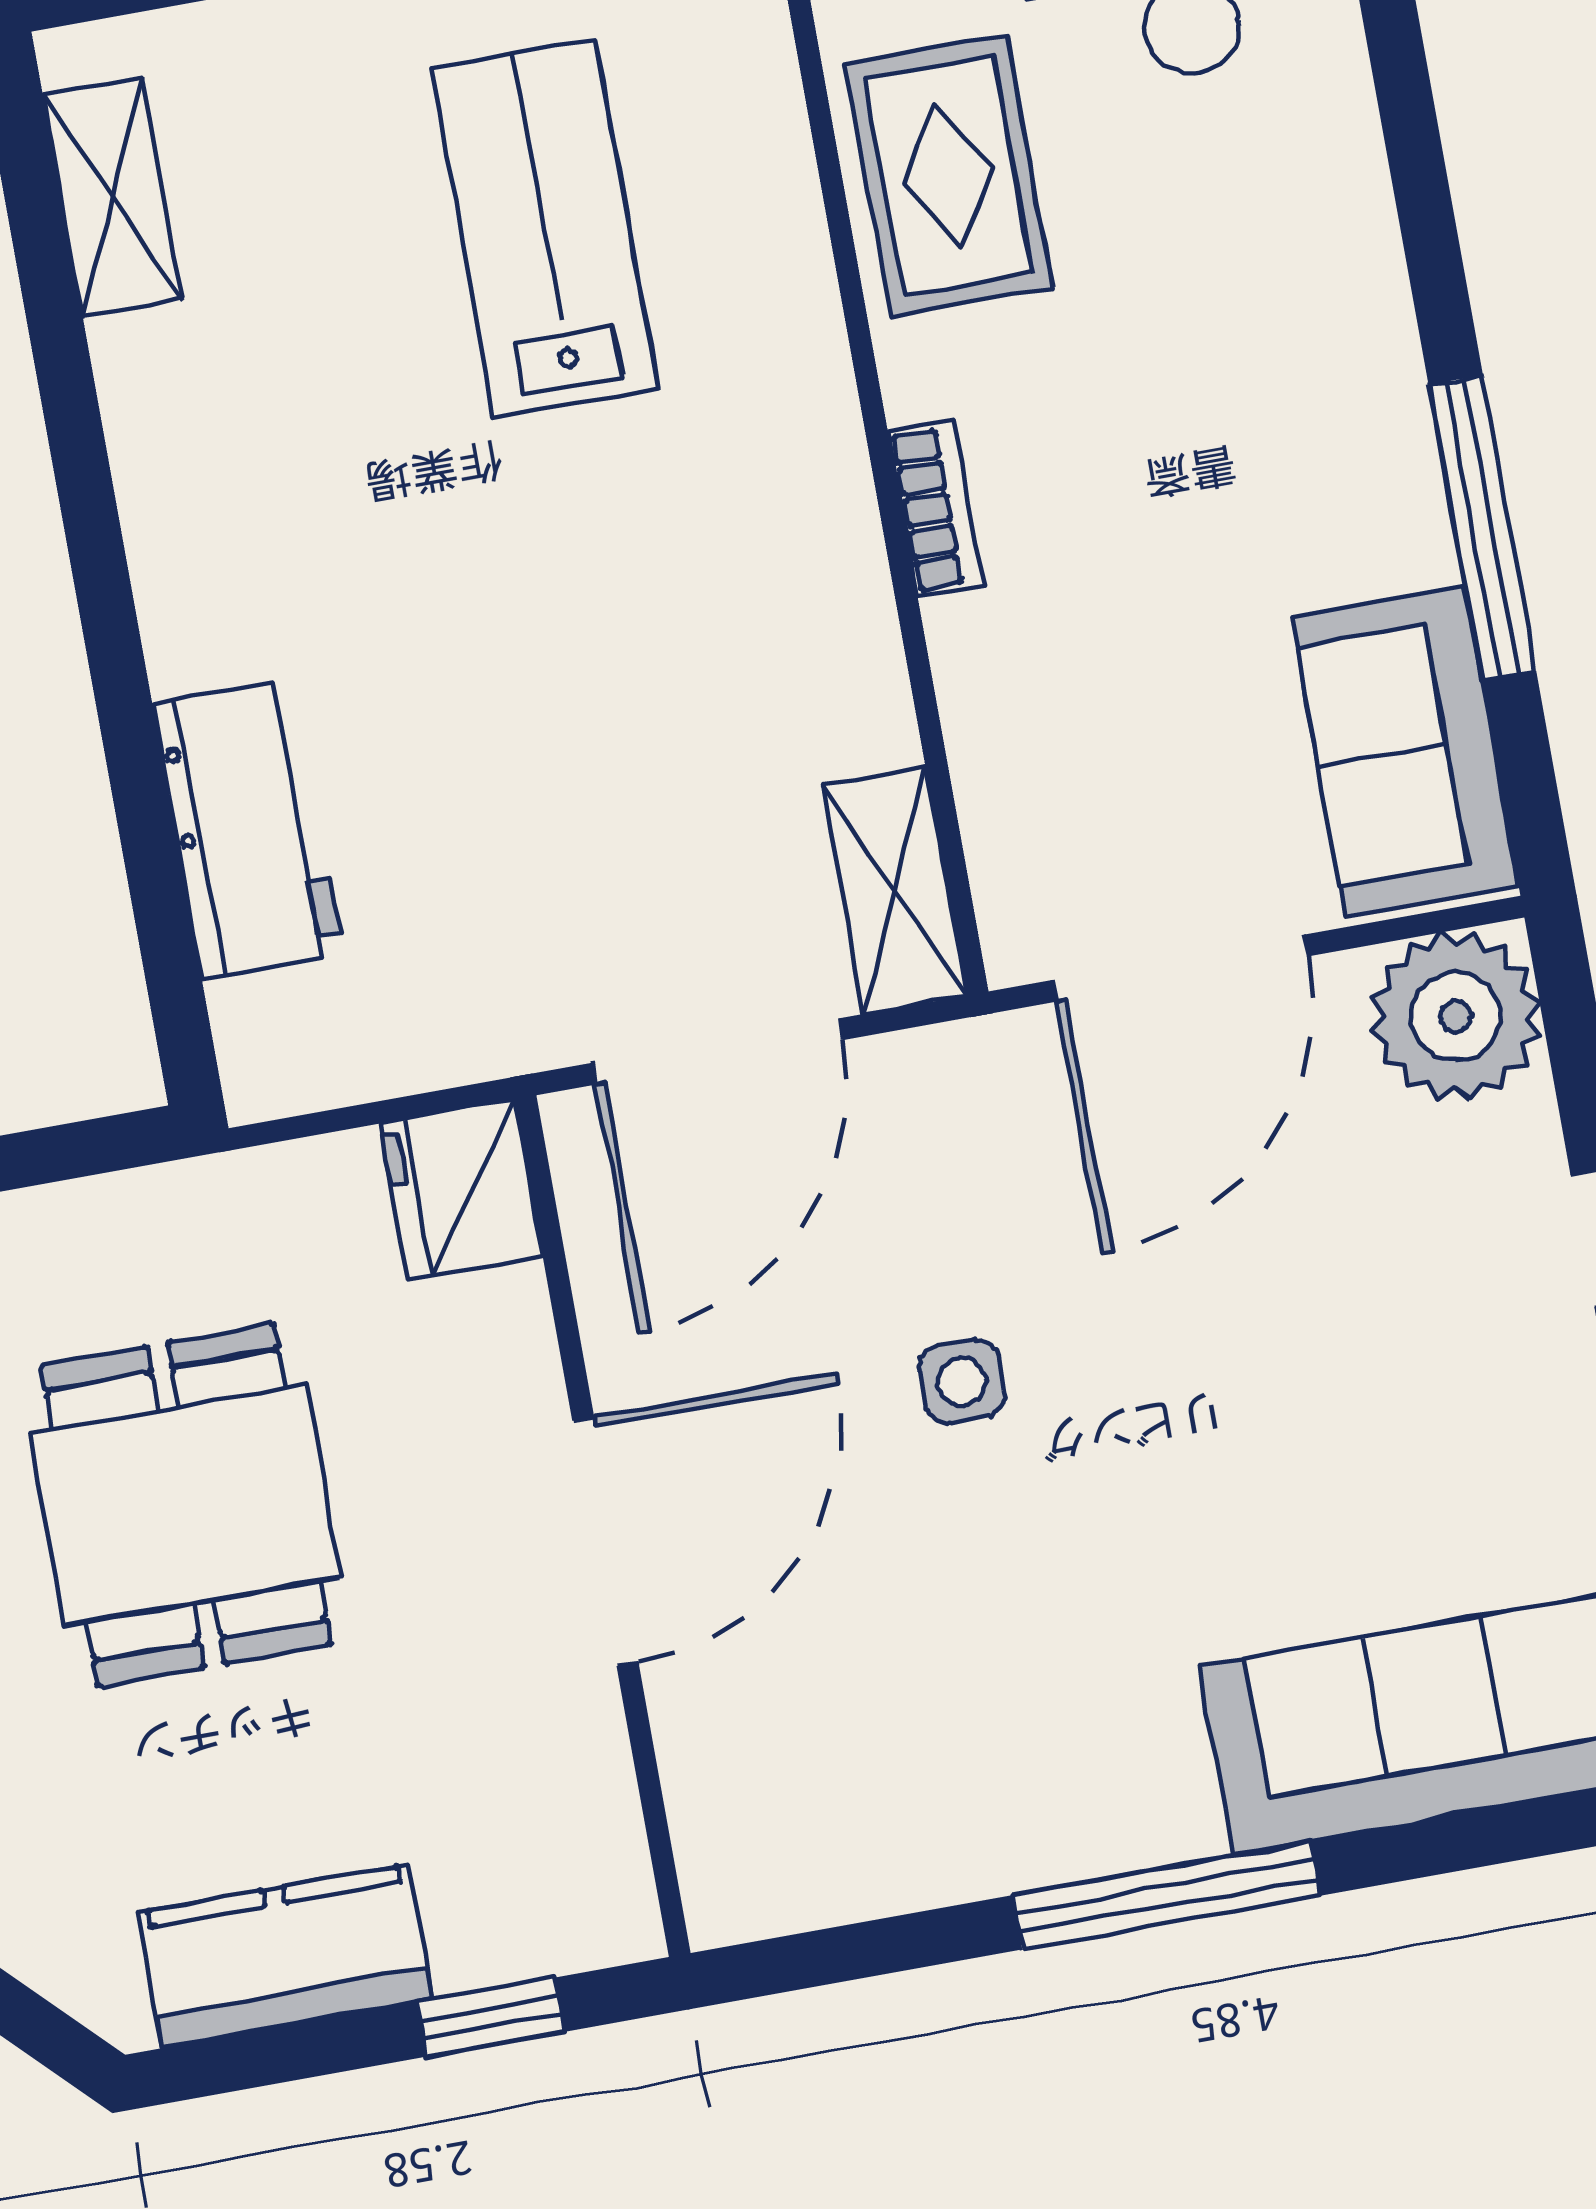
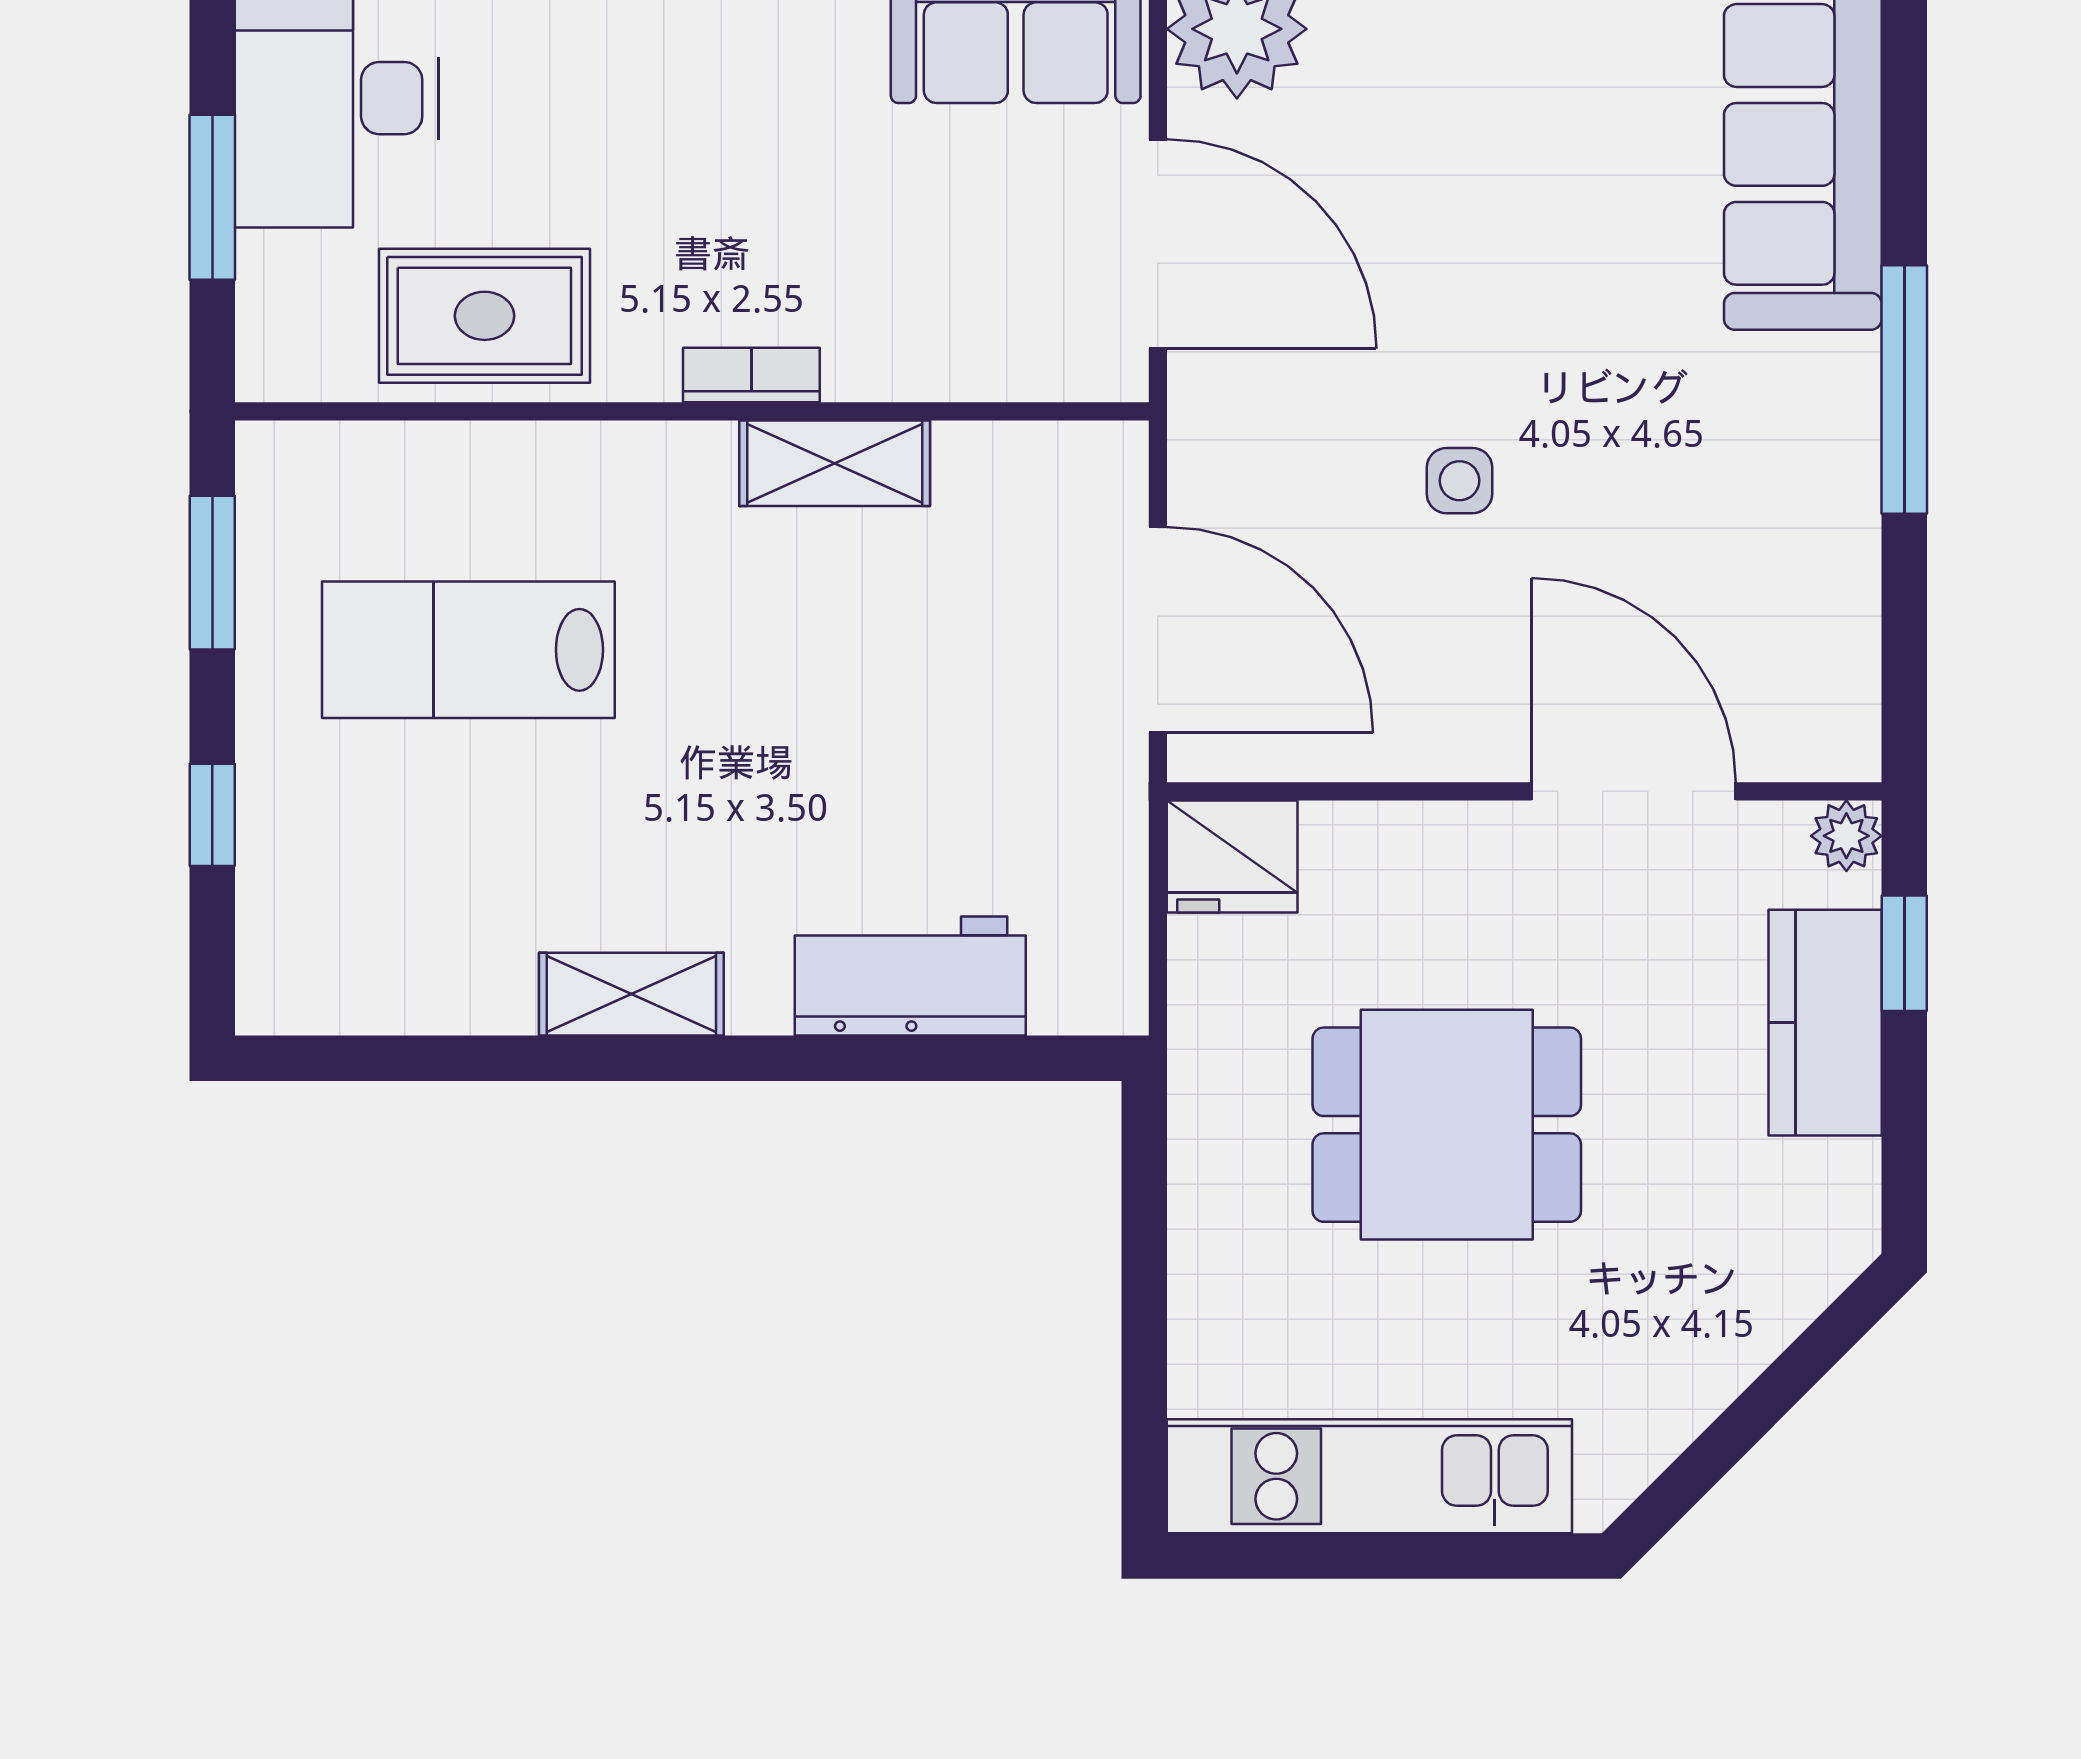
shelving: (112, 198) -> (631, 994), moved
shelving: (895, 890) -> (835, 463), moved
door: (605, 1542) -> (1634, 791), moved
plant: (619, 1922) -> (1846, 836), added
kitchen counter: (285, 1956) -> (1825, 1023), moved

